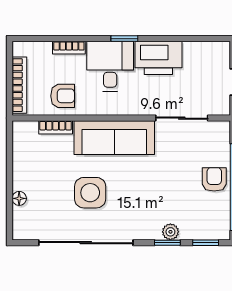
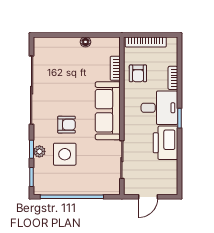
armchair: (214, 179) -> (67, 125), moved
side table: (90, 193) -> (65, 154), moved
floor lamp: (19, 198) -> (86, 42), moved

